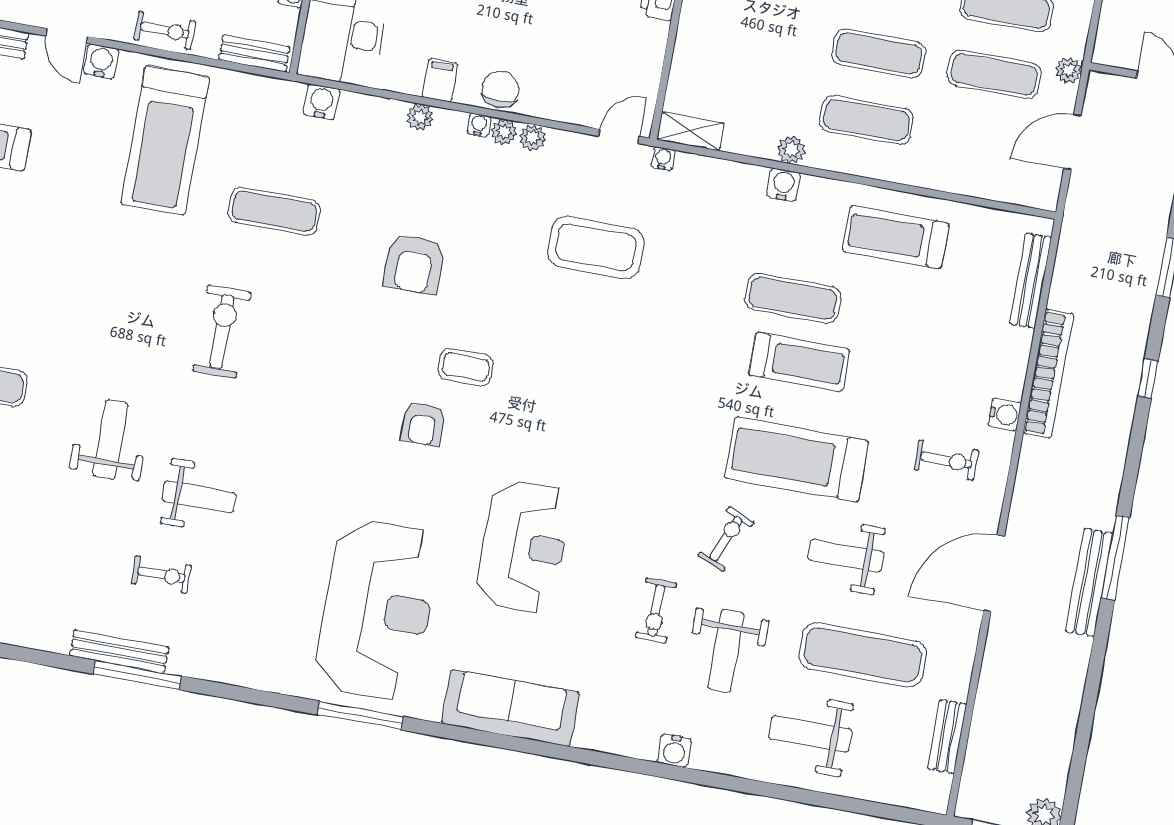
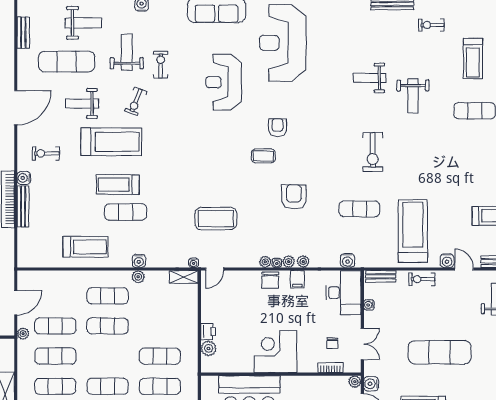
plant: (532, 138) -> (289, 262), moved
bench: (1031, 281) -> (23, 206), moved
weight bench: (846, 556) -> (82, 103), turned 180
exercise bike: (161, 575) -> (431, 25), moved

